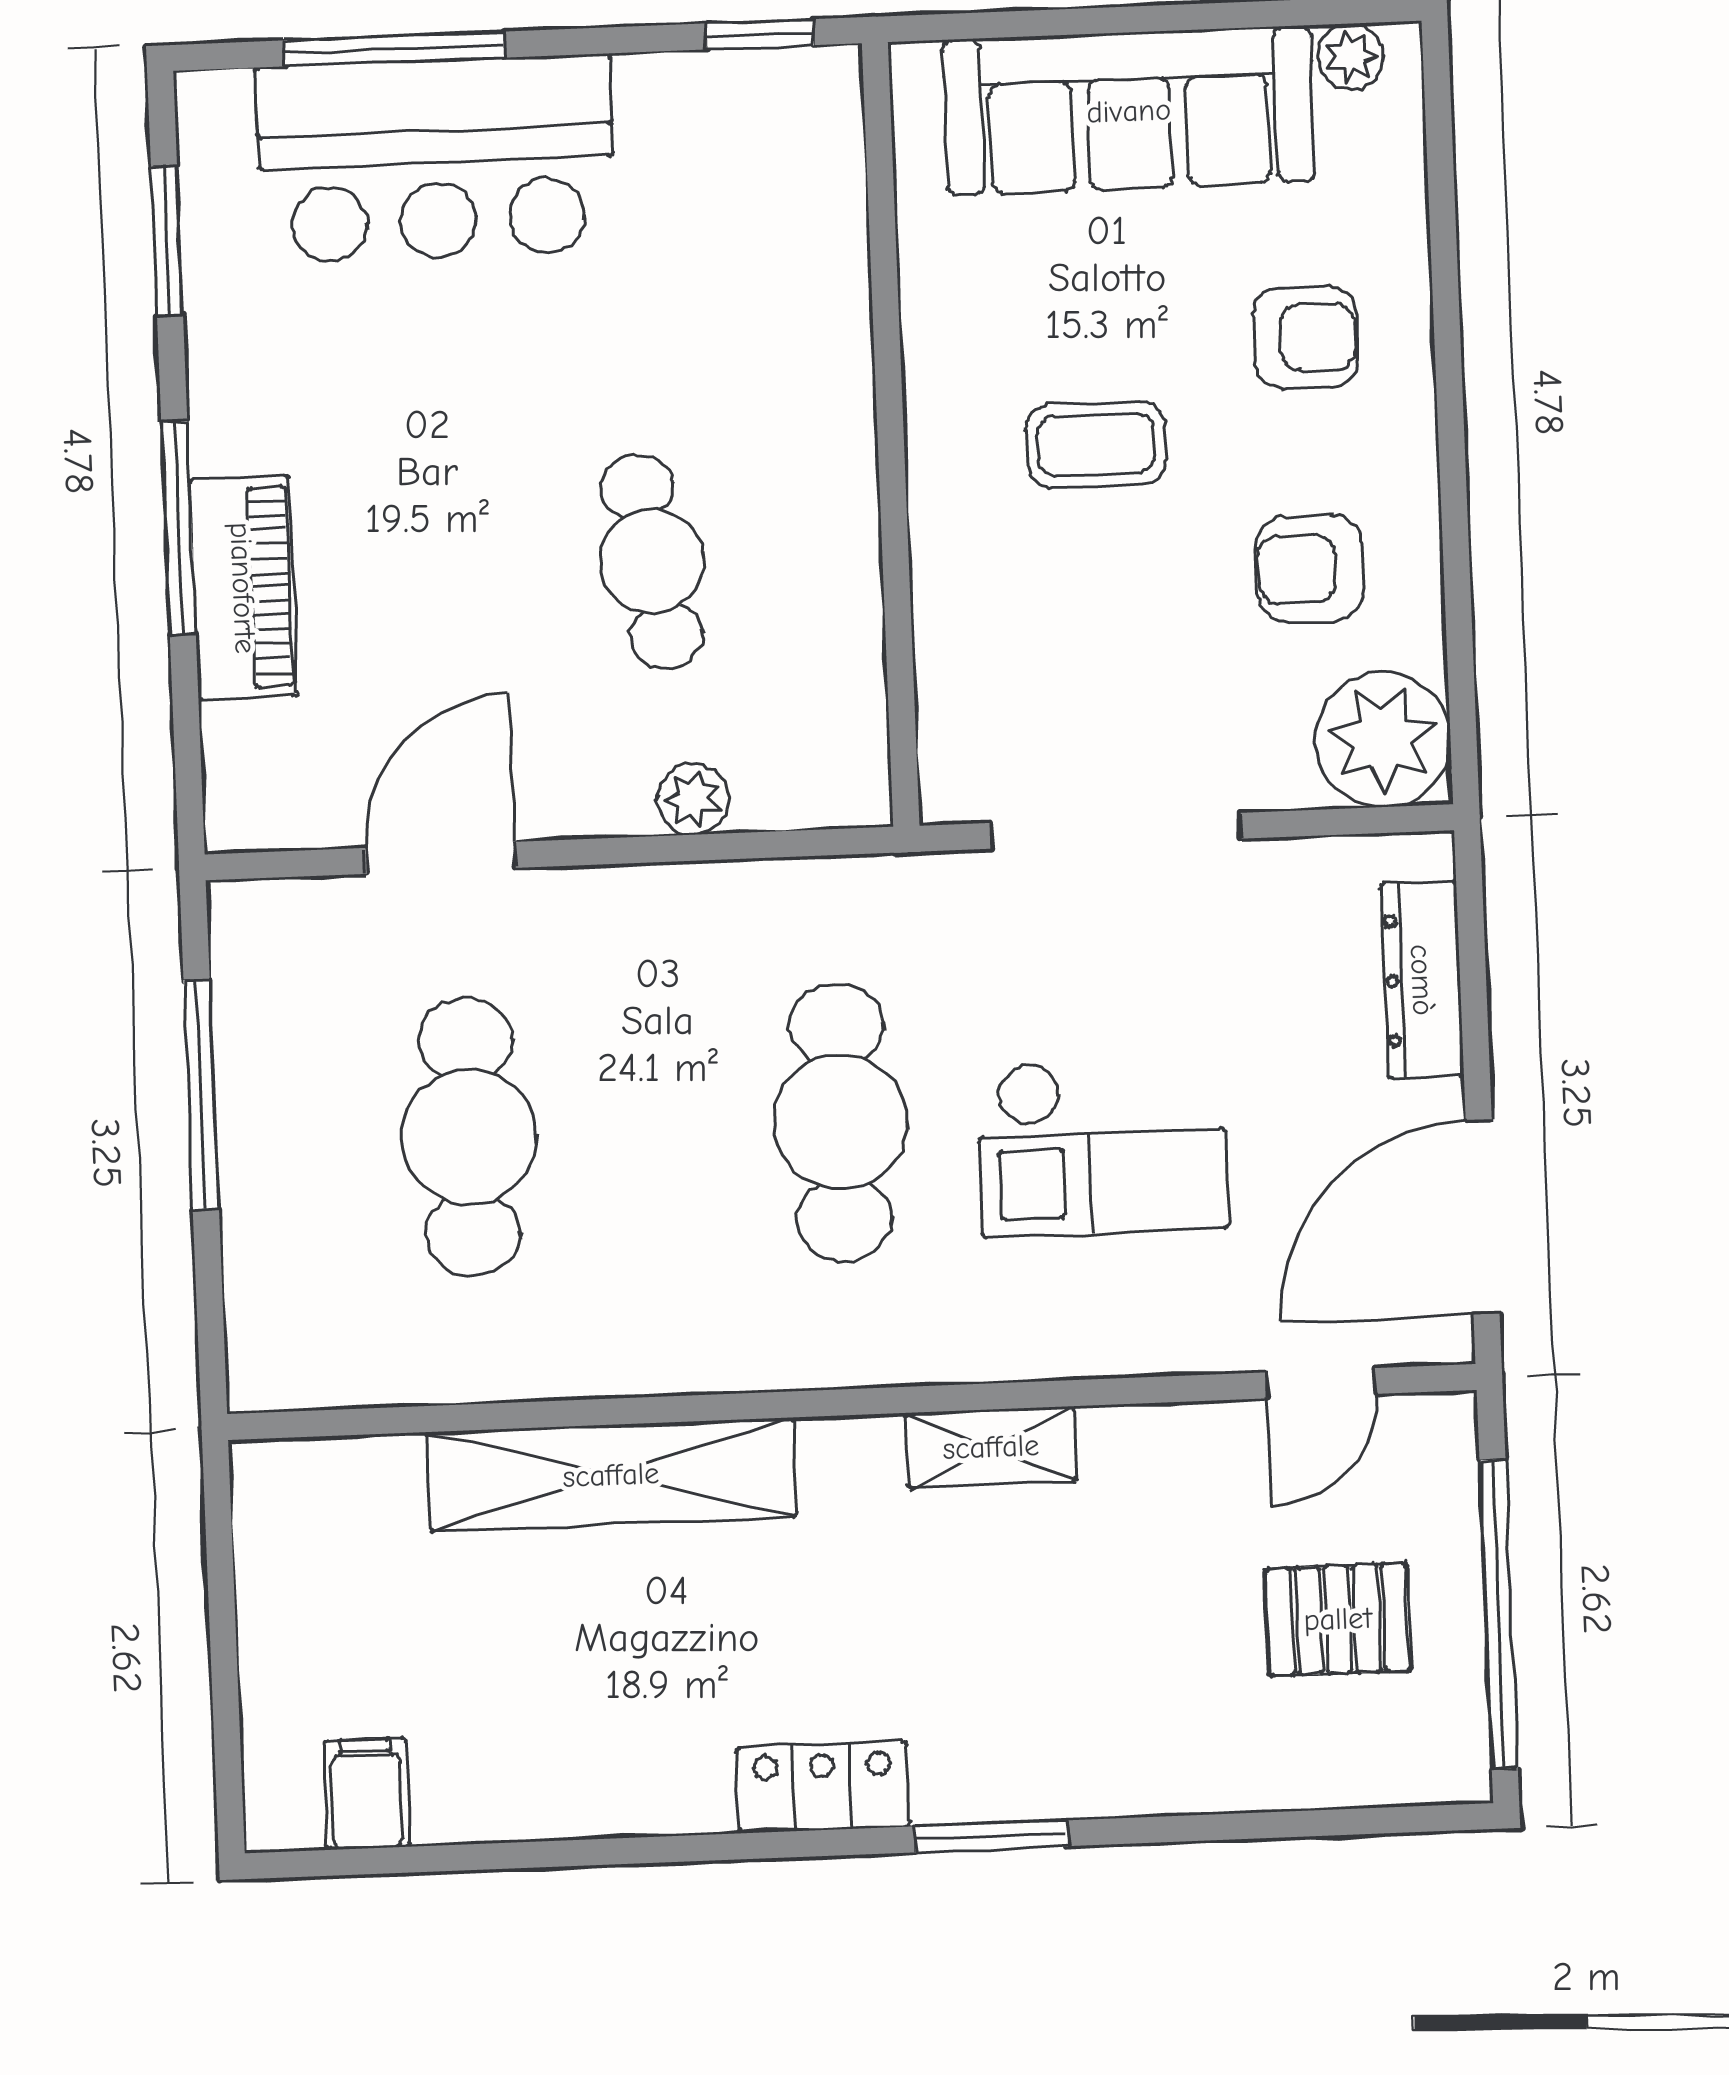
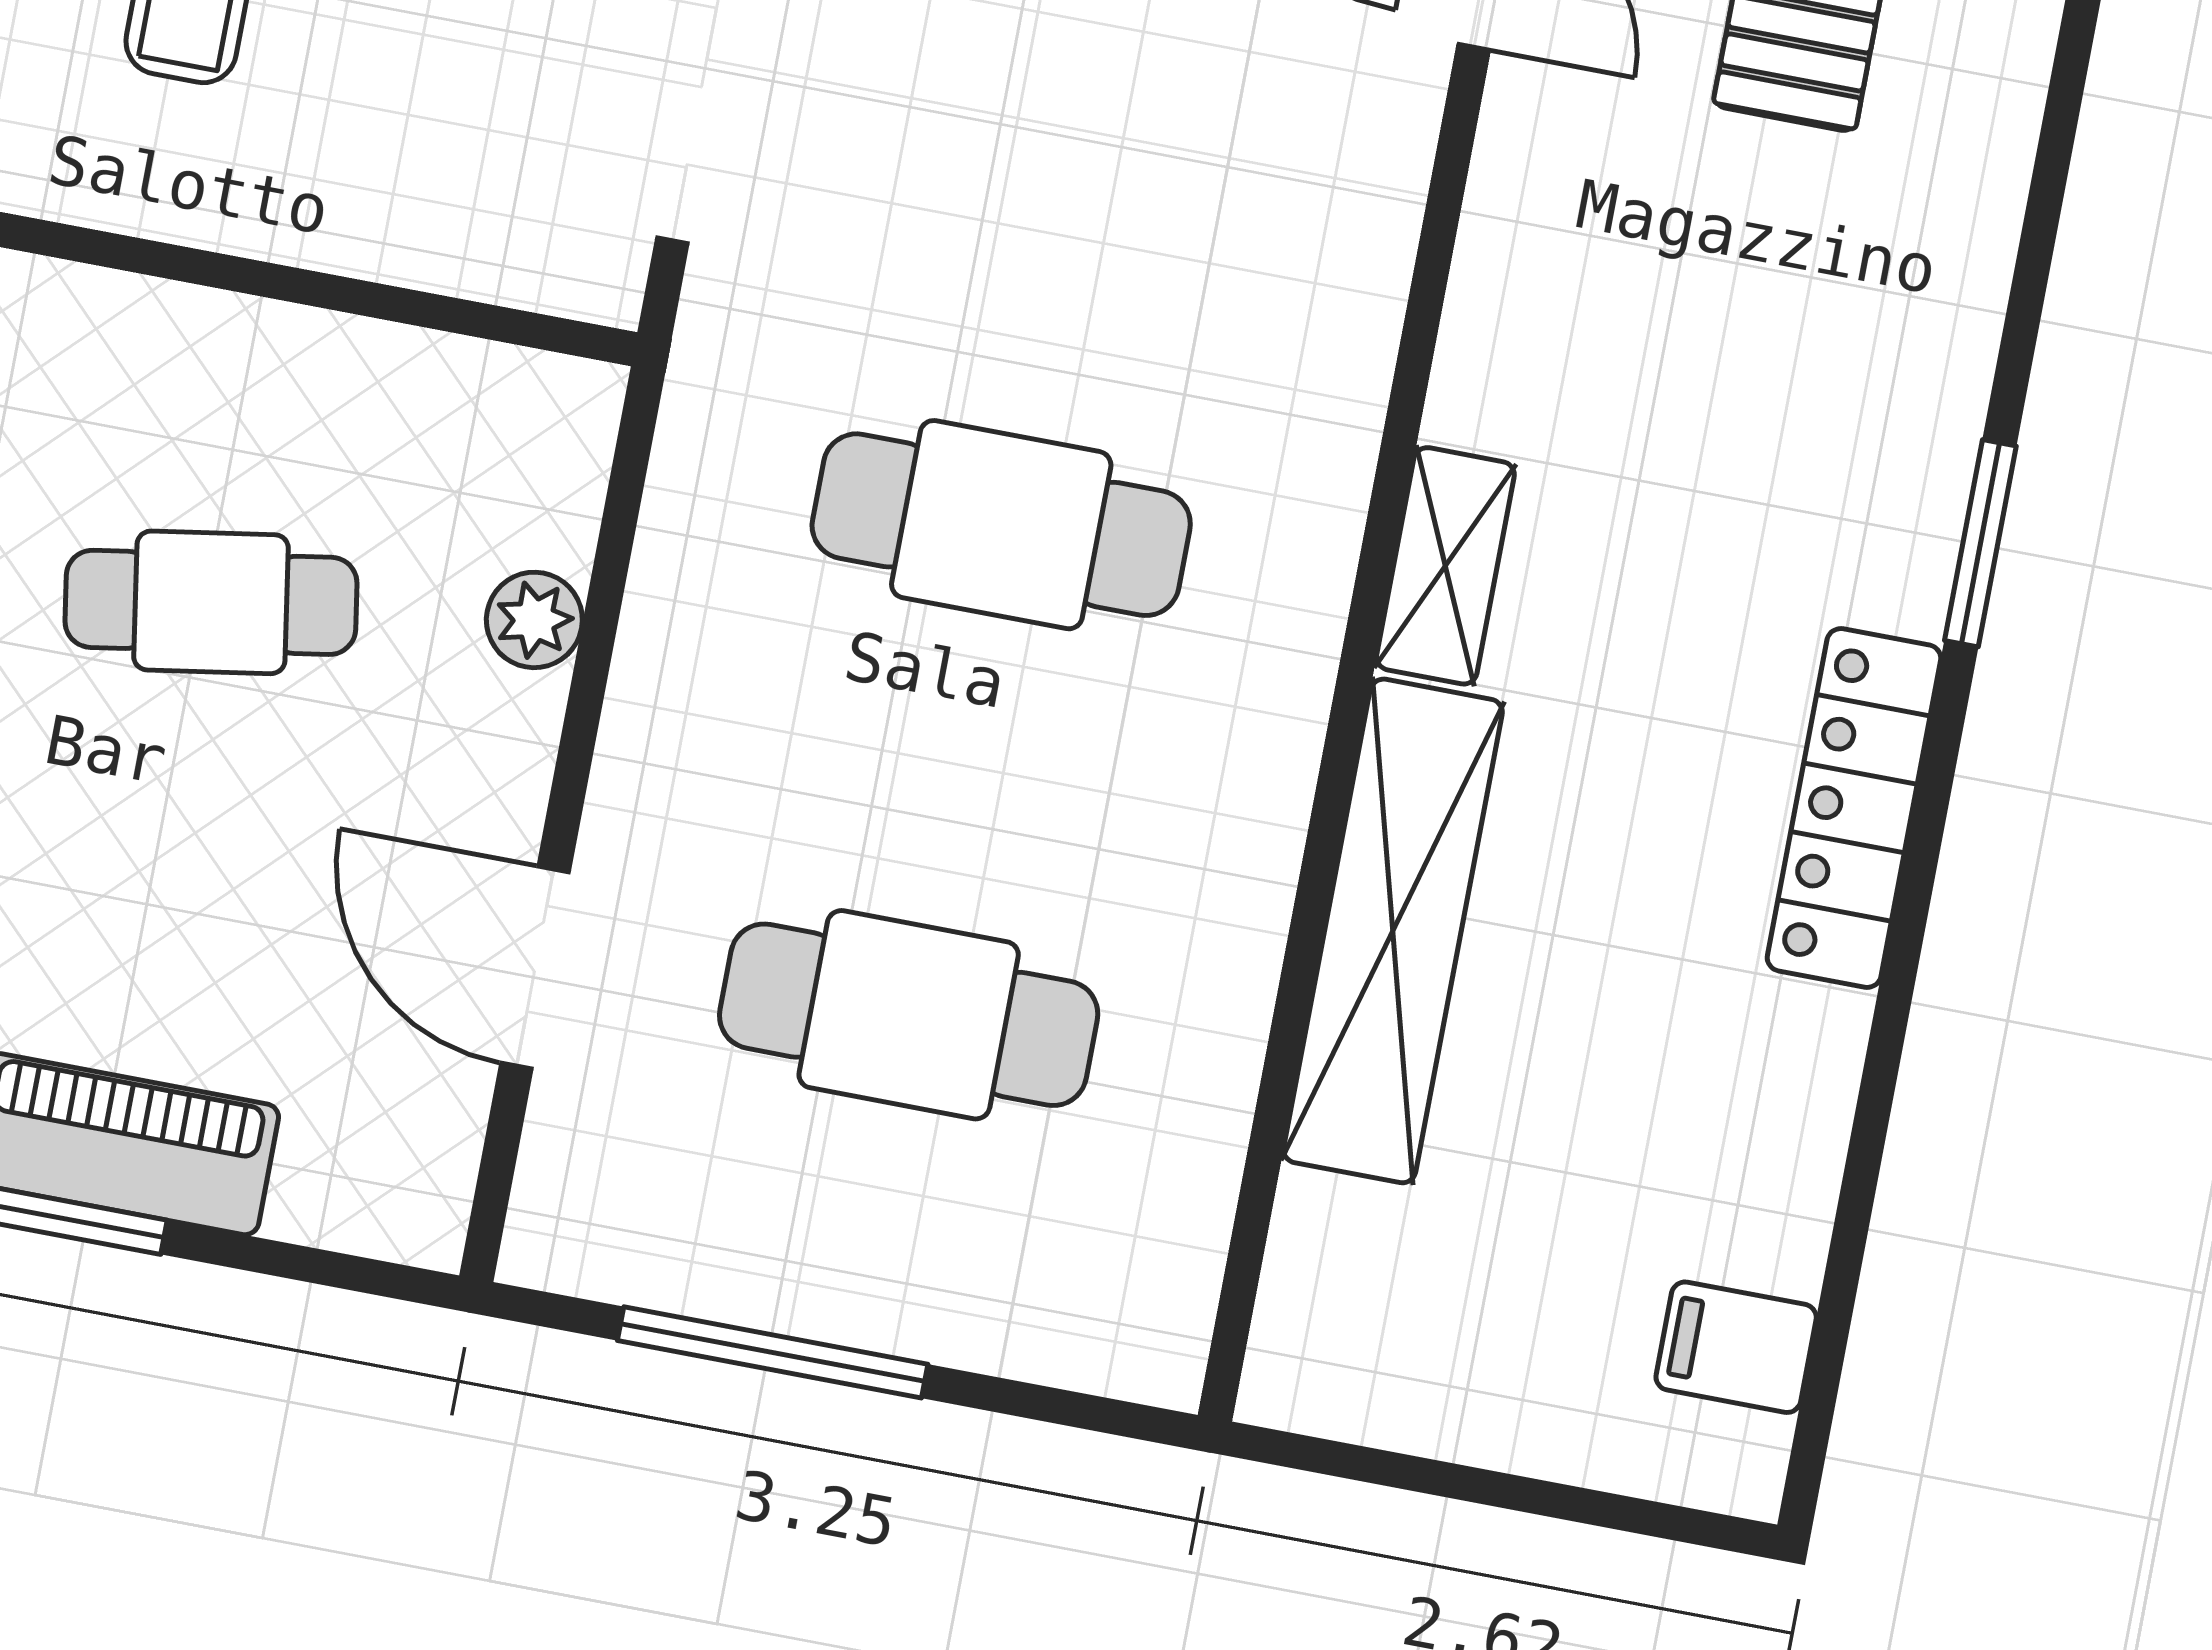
checkout: (1102, 1147) -> (1112, 190), removed
shelving: (991, 1447) -> (1445, 566), moved
locker: (823, 1787) -> (1854, 808), width x1.53

